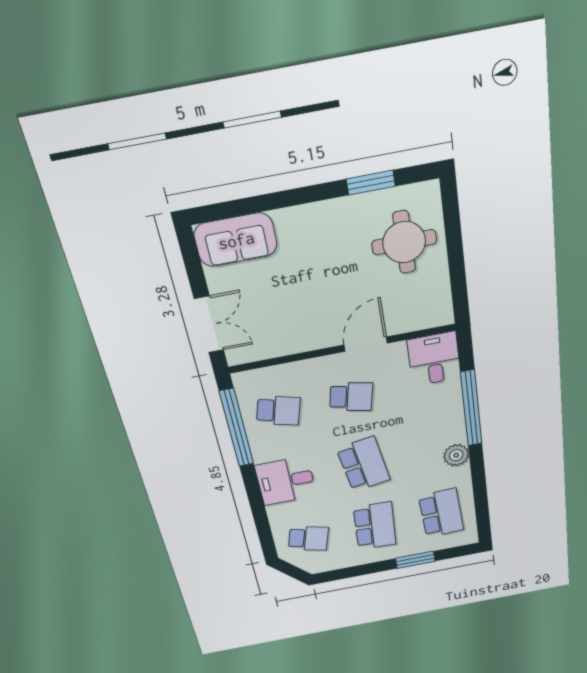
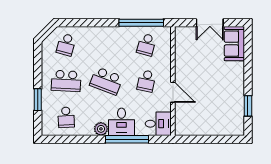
round table: (404, 242) -> (219, 117), removed
double door: (209, 325) -> (210, 23), moved
school desk: (364, 464) -> (106, 81), turned 30
desk: (286, 481) -> (121, 122), moved, turned 180
school desk: (441, 513) -> (66, 117), width x0.54

